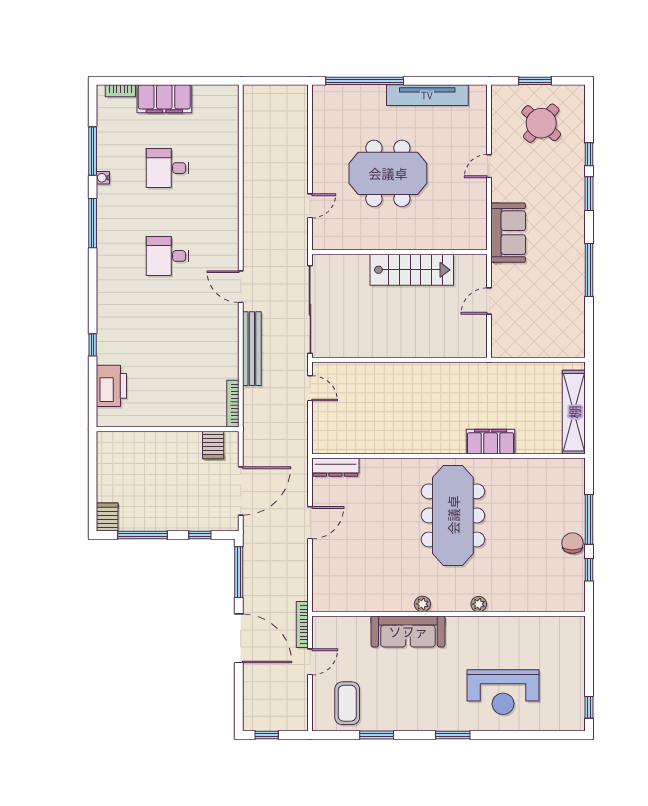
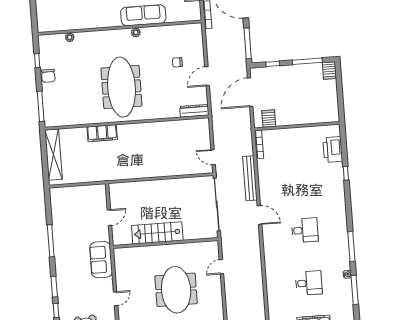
meeting table: (388, 173) -> (176, 290), turned 90
window: (589, 519) -> (41, 106), moved
chair: (357, 549) -> (177, 62), added
plant: (479, 604) -> (70, 37), moved

